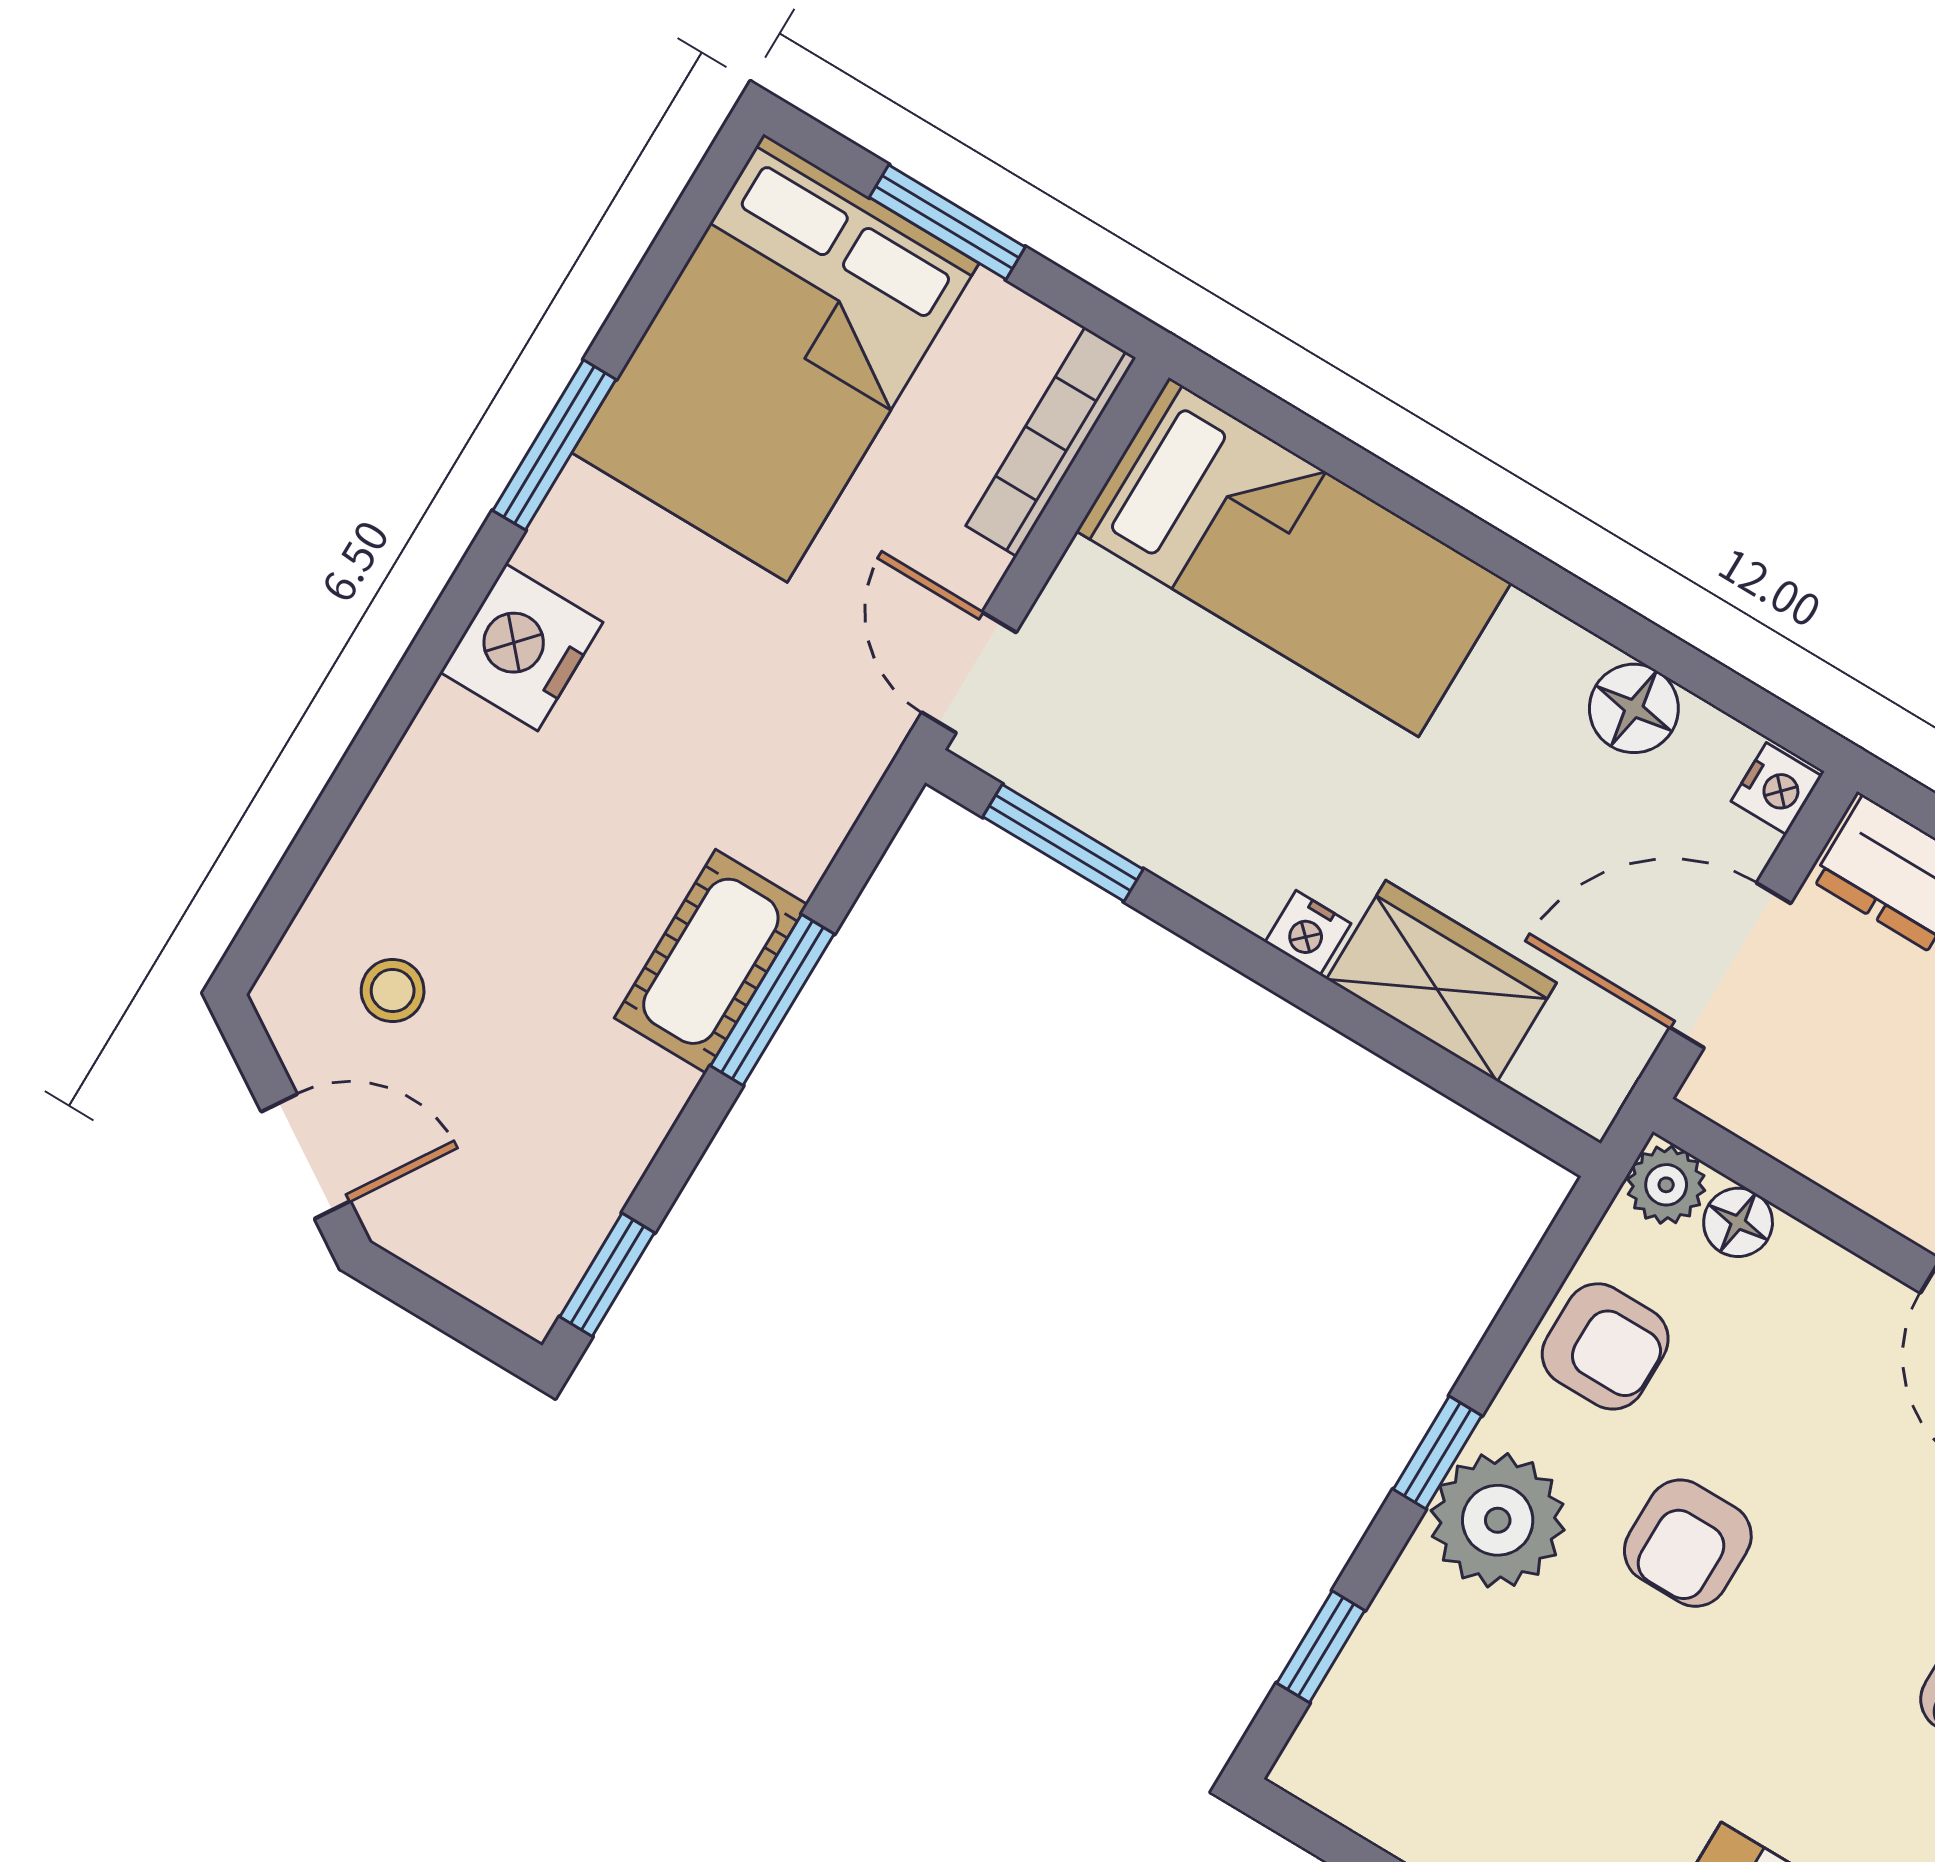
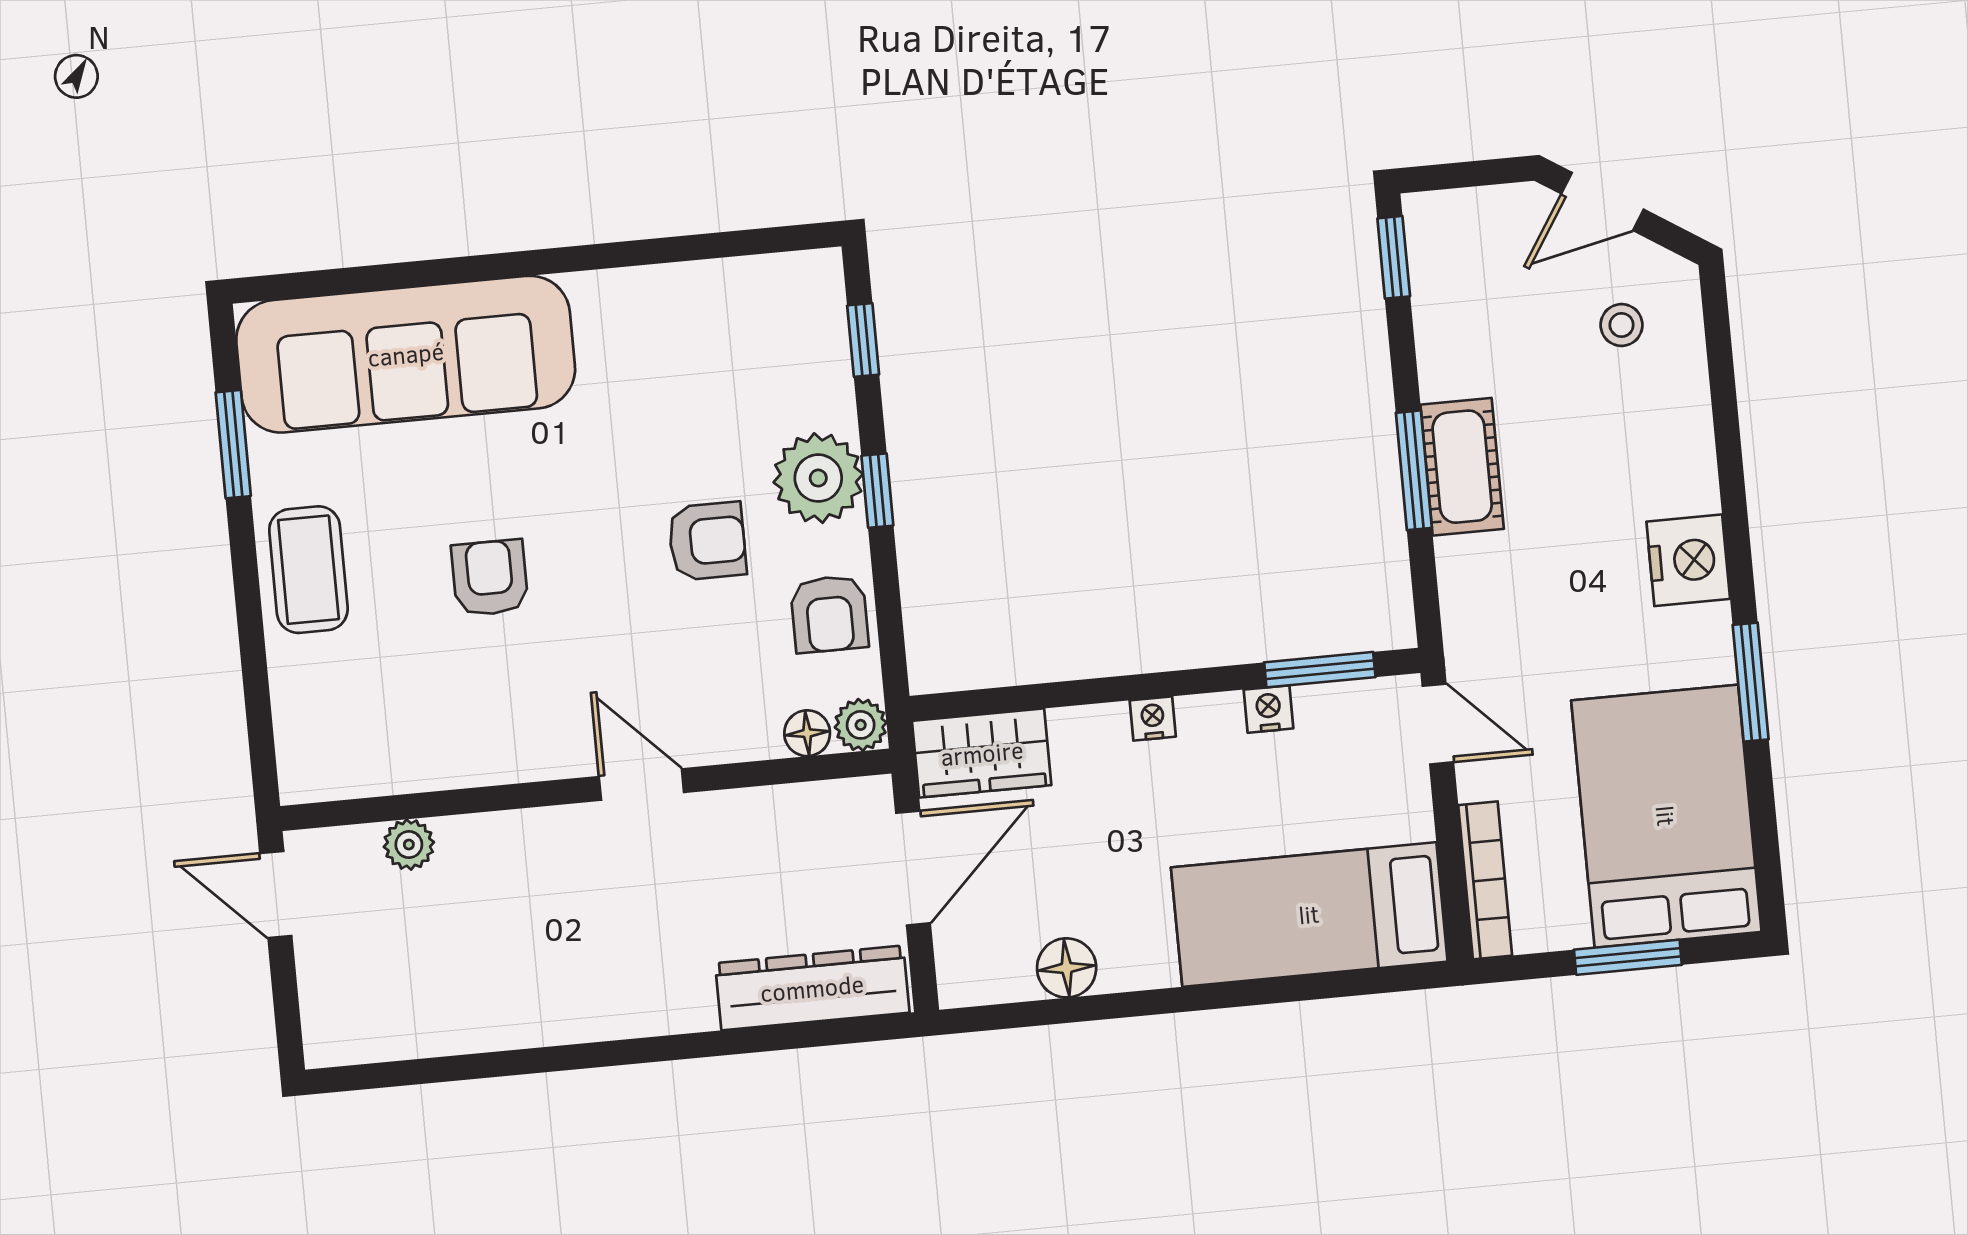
nightstand: (1776, 789) -> (1268, 709), moved, turned 90
wardrobe: (1442, 981) -> (982, 753), moved
armchair: (1605, 1346) -> (829, 614), turned -90
armchair: (1688, 1543) -> (707, 541), turned 90

